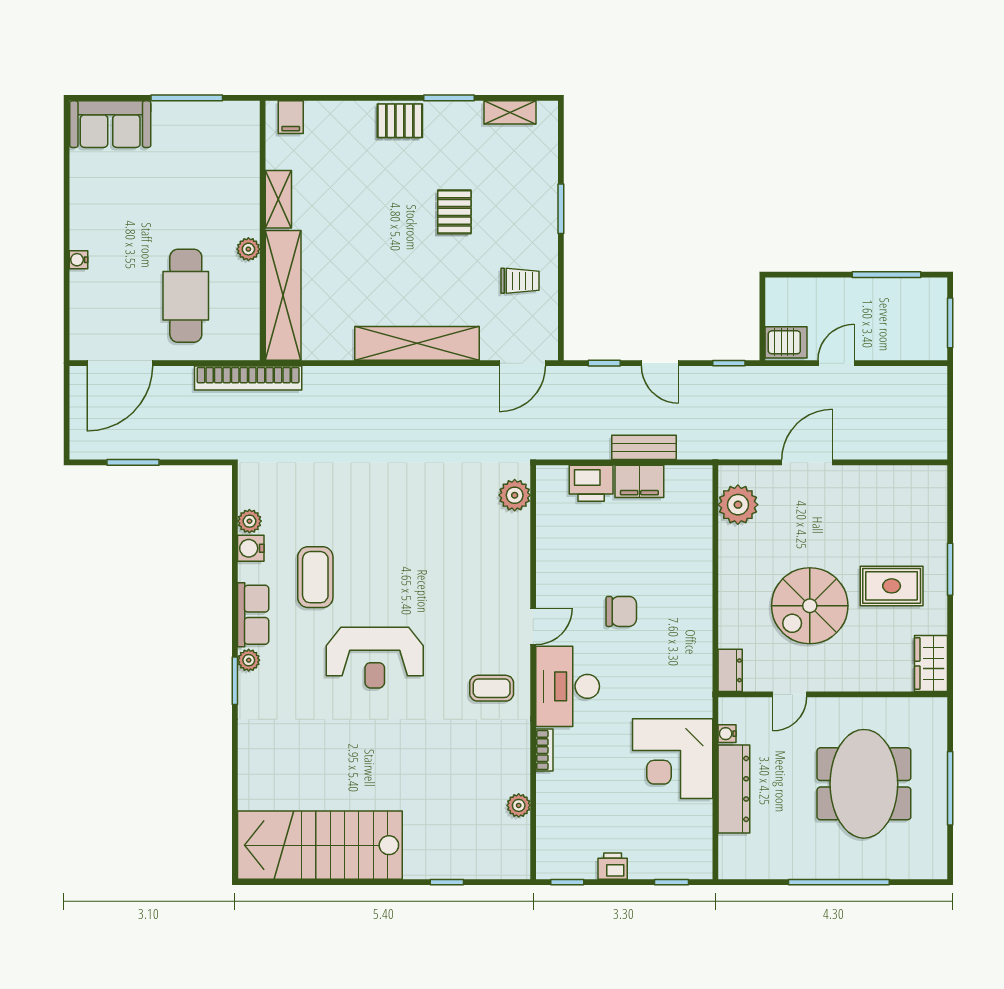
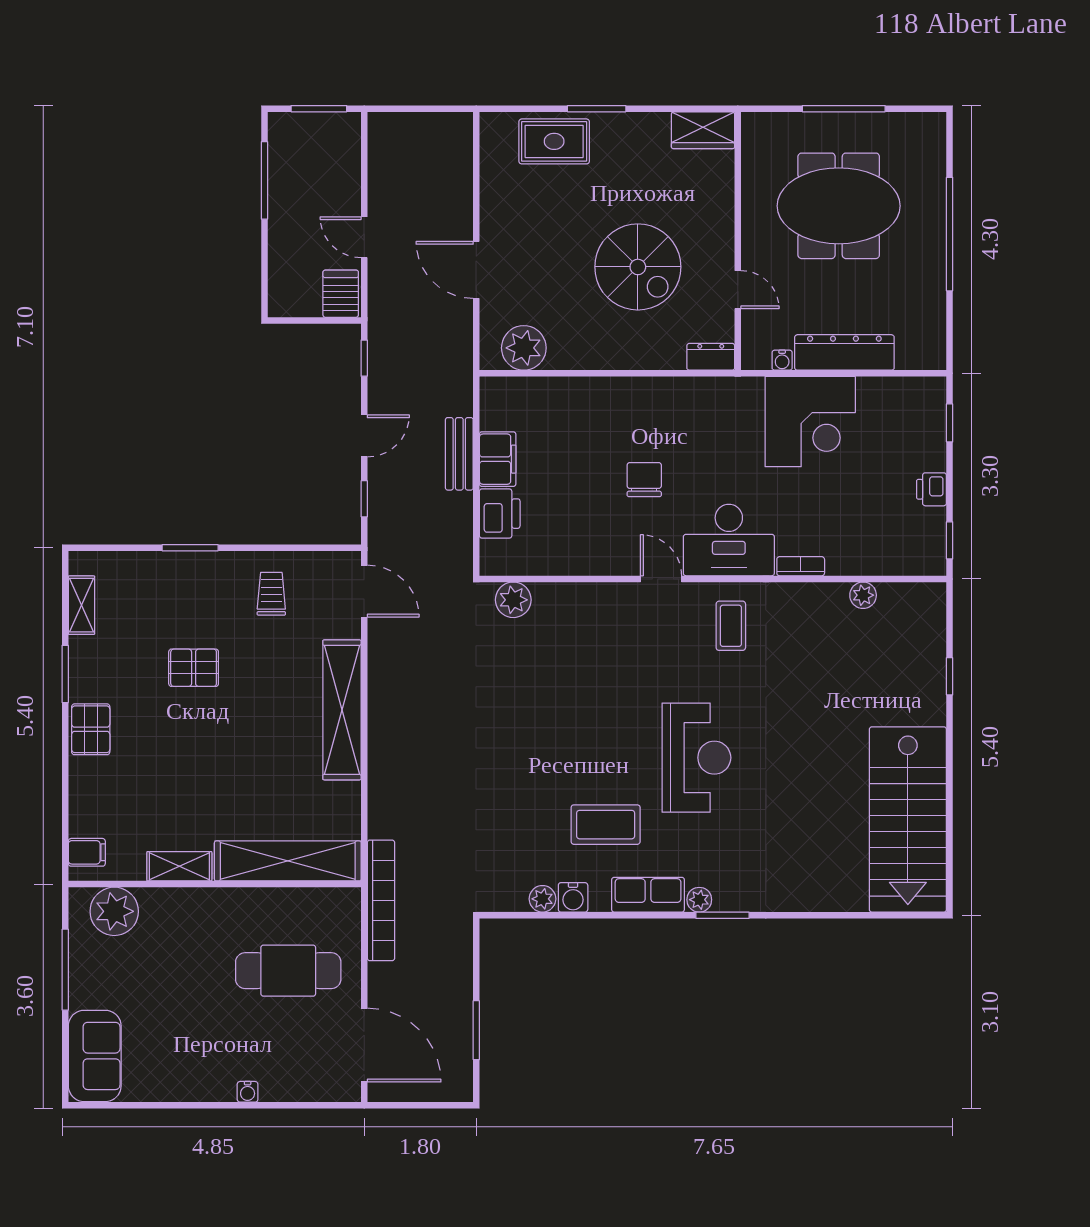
plant: (248, 249) -> (114, 911), moved, width x1.87, depth x1.87
rug: (892, 586) -> (554, 141), moved, turned 90

